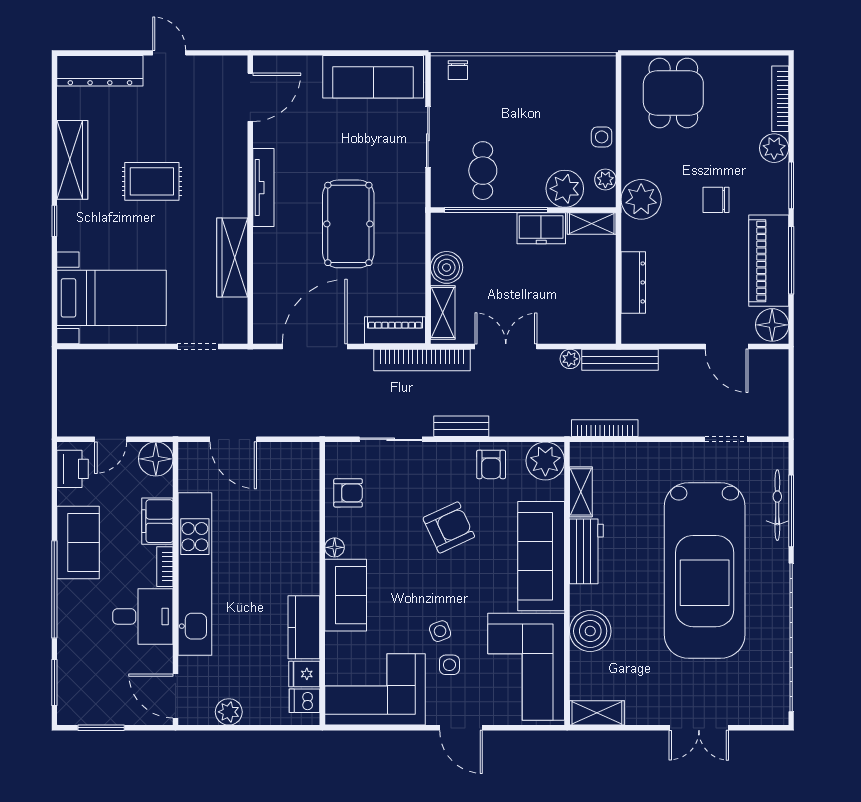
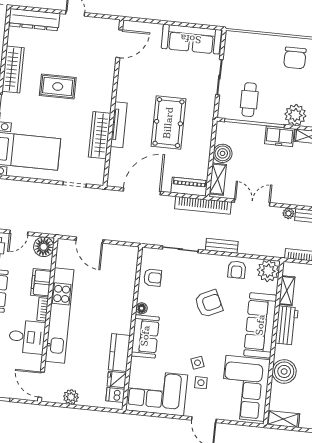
chair: (458, 70) -> (295, 58), moved, width x1.87, depth x1.87
tv unit: (263, 188) -> (119, 125), moved

